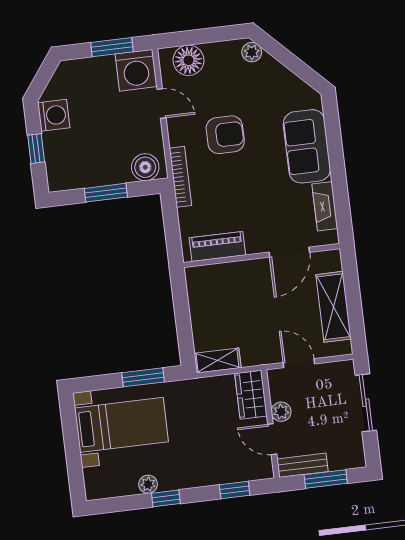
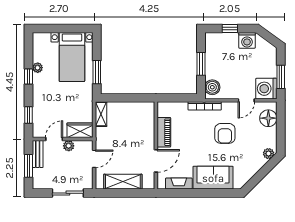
piano: (217, 246) -> (164, 132), moved
door: (289, 252) -> (156, 161), swing flipped

